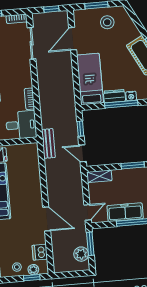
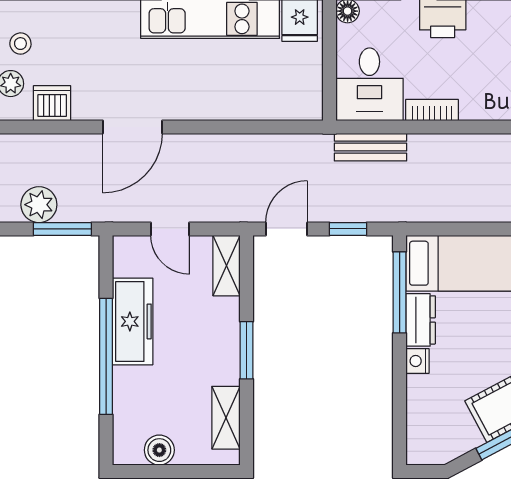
window: (121, 104) -> (400, 292), moved
bench: (48, 143) -> (371, 147), moved
door: (88, 212) -> (170, 229), moved

